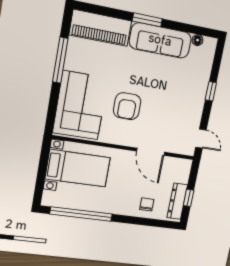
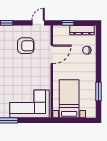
armchair: (127, 106) -> (26, 46), moved
window: (189, 198) -> (68, 23), moved
window: (81, 214) -> (99, 91), width x0.47

